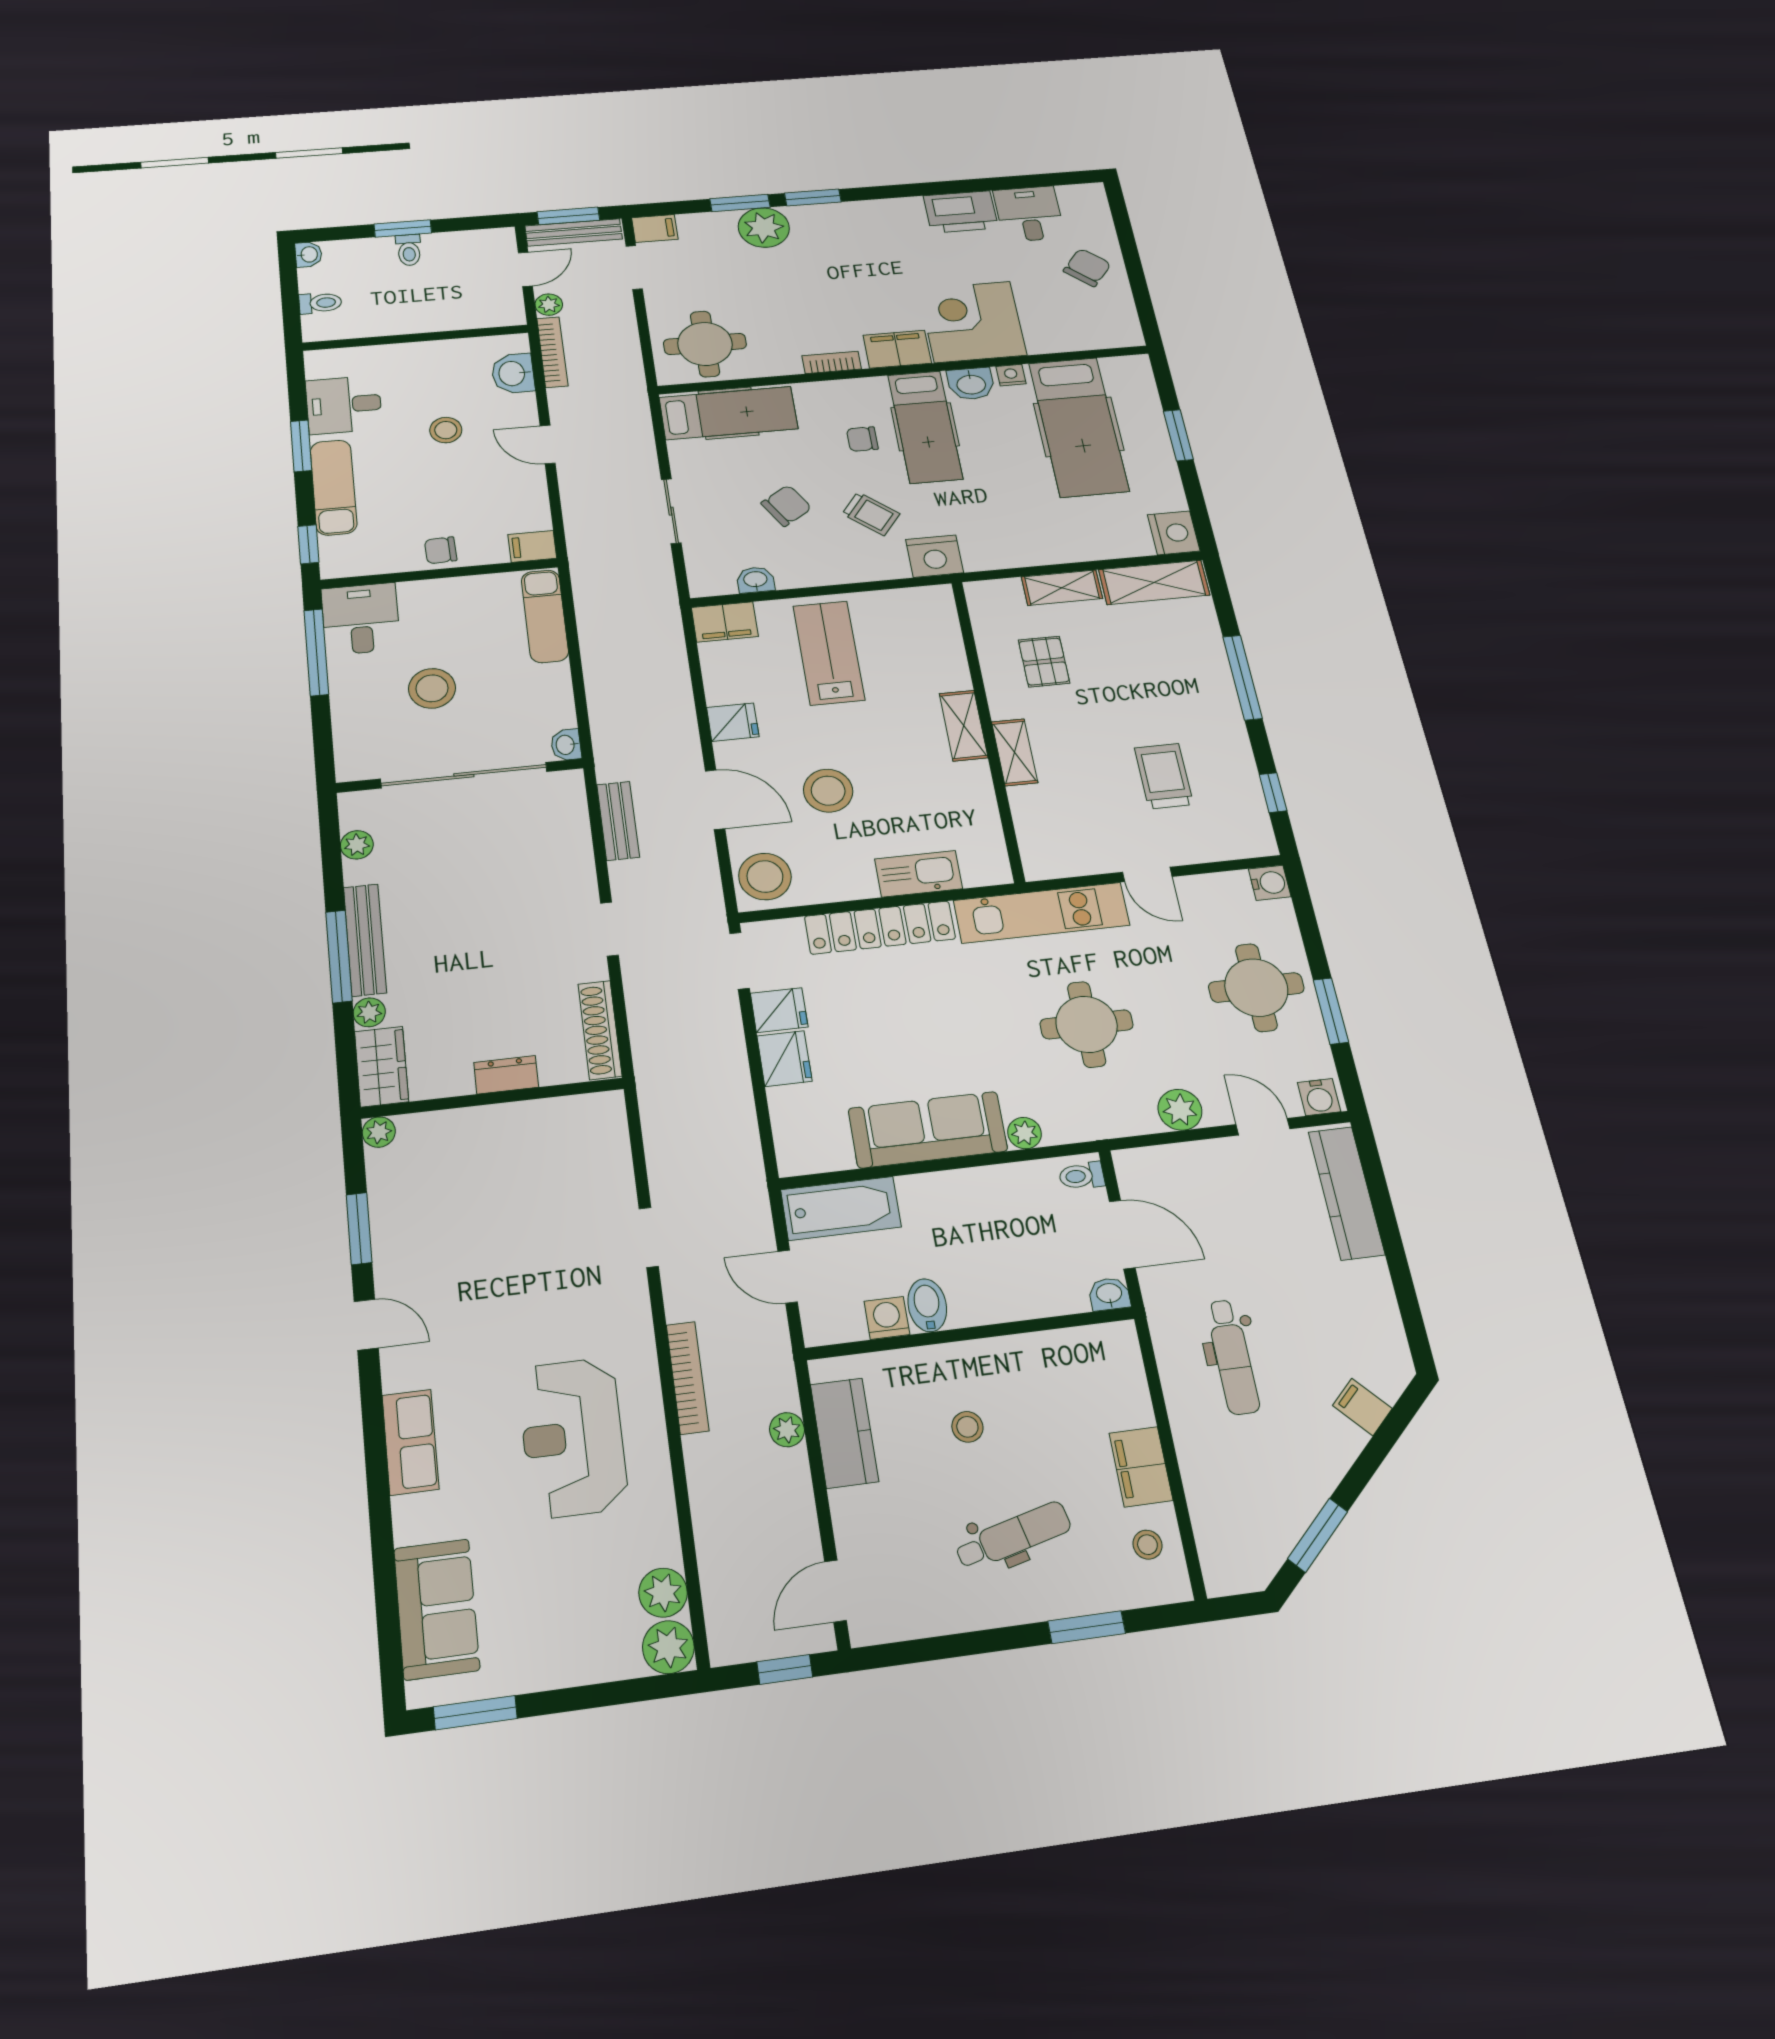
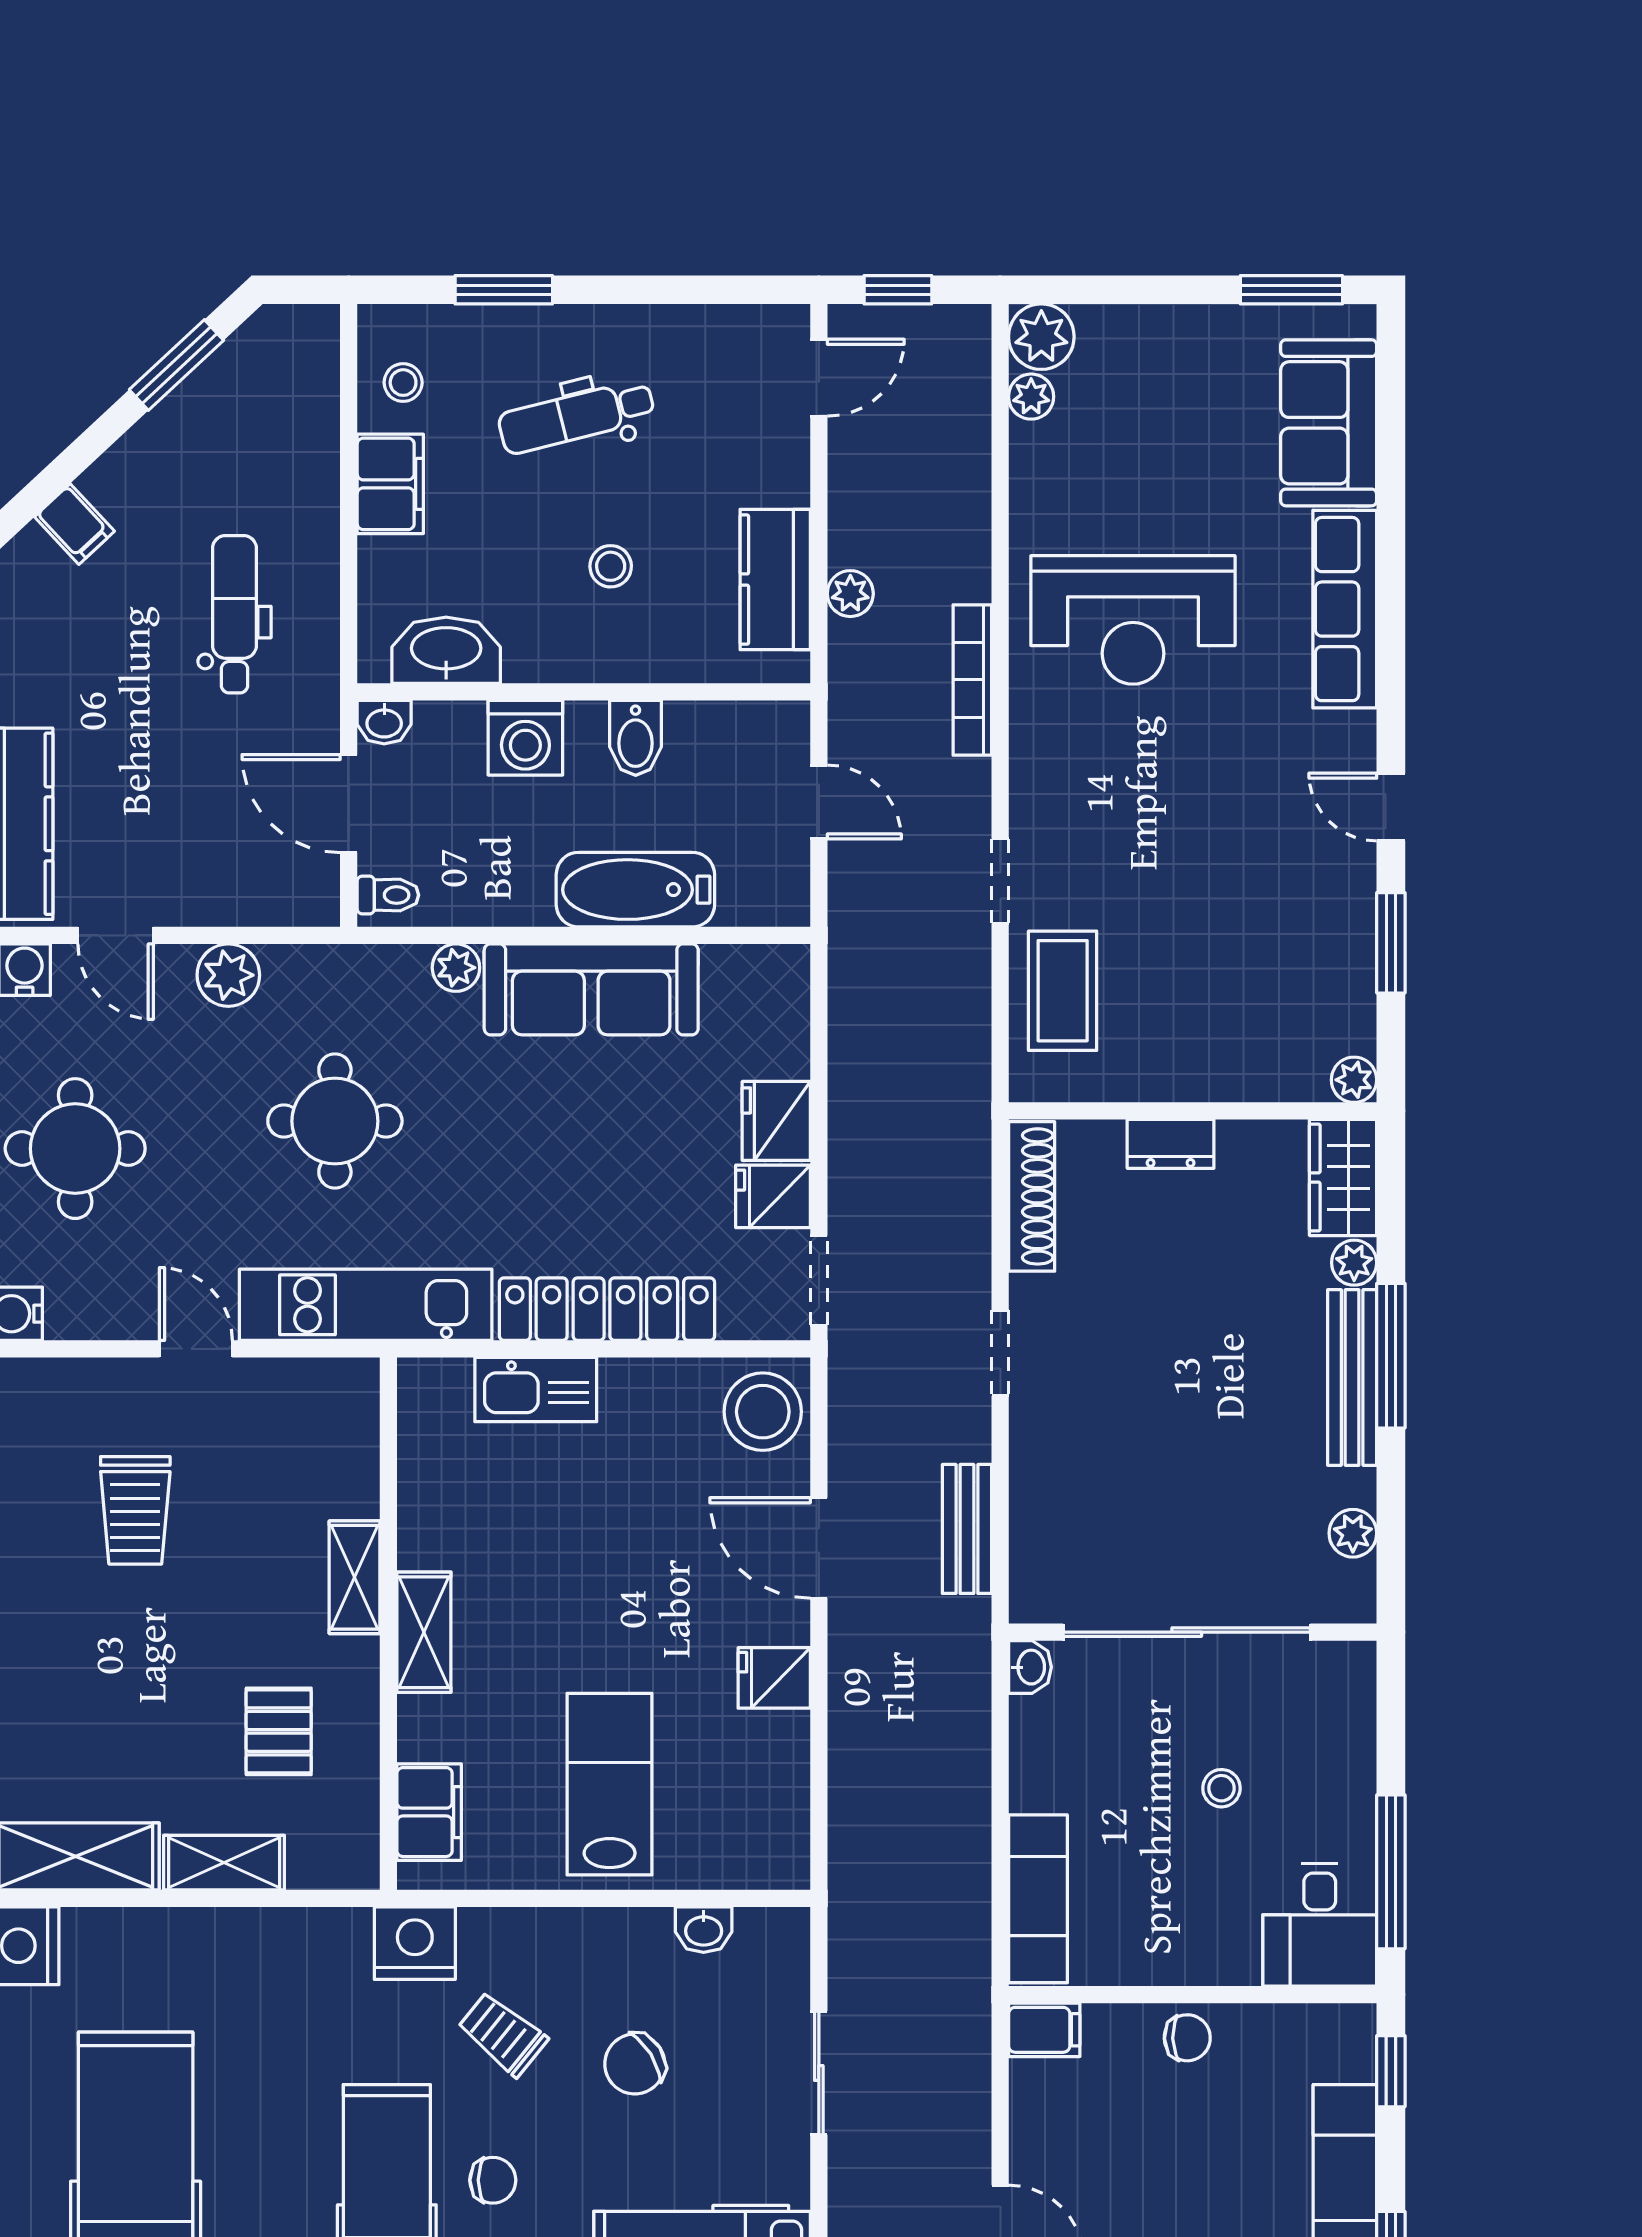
filing cabinet: (725, 622) -> (429, 1812), moved, turned 90
lab bench: (829, 653) -> (610, 1784), turned 180
stool: (432, 688) -> (1221, 1788), width x0.53, depth x0.53
stool: (828, 791) -> (648, 1544), removed
coffee table: (594, 1168) -> (1063, 991), added
bathtub: (841, 1208) -> (635, 890), moved
washing machine: (887, 1318) -> (525, 738), moved, width x1.38, depth x1.38
washbasin: (1075, 1350) -> (446, 650), added
reception desk: (573, 1437) -> (1133, 620), turned 90
row of seats: (410, 1442) -> (1345, 609), width x1.48
plant: (663, 1593) -> (1031, 397), width x0.73, depth x0.73

